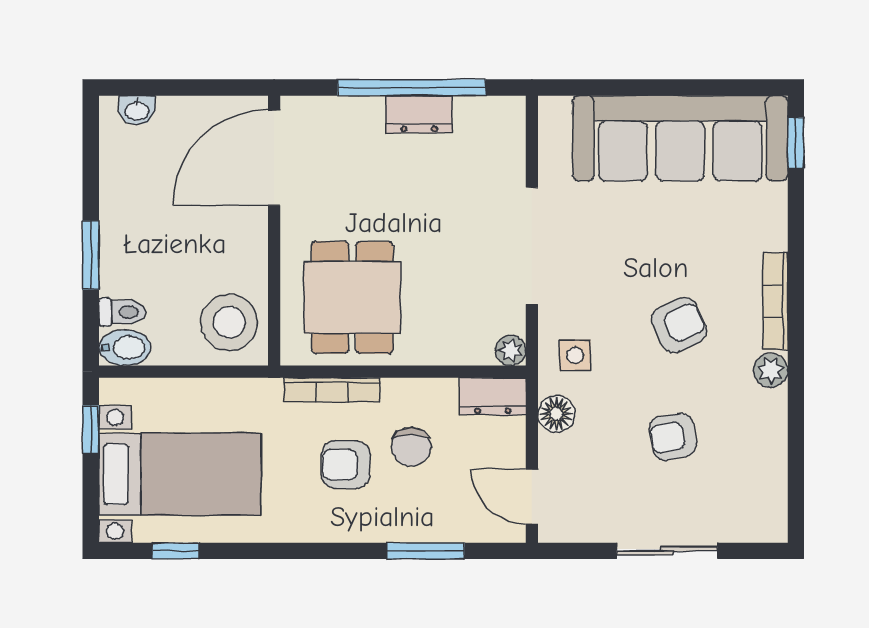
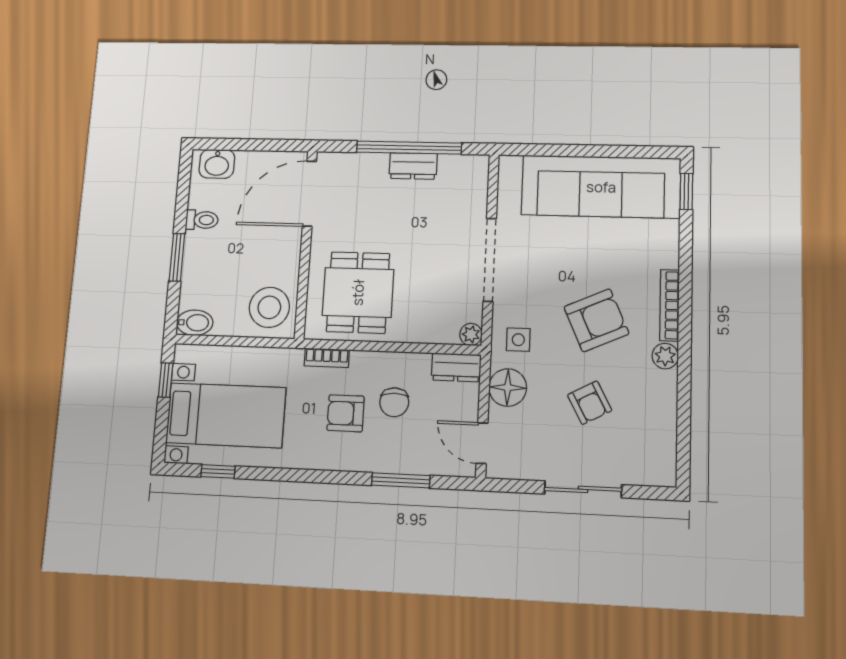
washbasin: (137, 110) -> (217, 164), width x1.38, depth x1.45
toilet: (122, 312) -> (202, 220), moved
armchair: (679, 325) -> (596, 320), width x1.38, depth x1.38
bookcase: (332, 390) -> (327, 358), width x0.64
floor lamp: (556, 414) -> (508, 388), width x1.38, depth x1.38
armchair: (673, 437) -> (590, 403), turned -108

